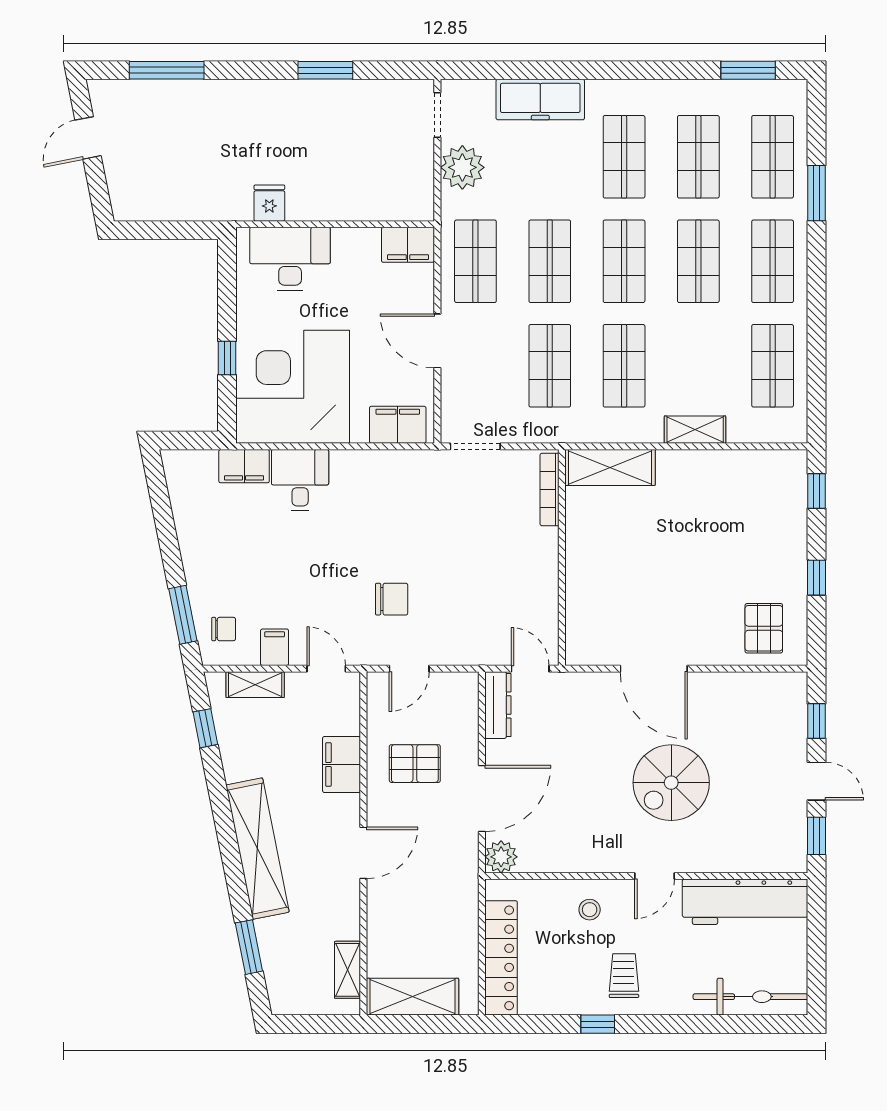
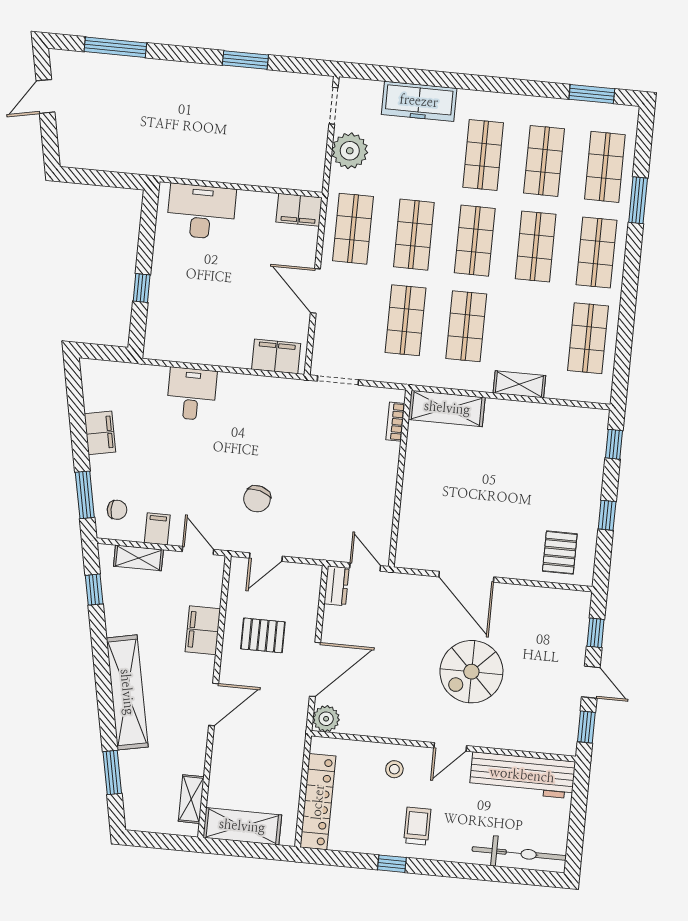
fridge: (269, 203) -> (189, 164), removed
corner desk: (293, 387) -> (193, 317), removed
filing cabinet: (244, 466) -> (100, 433), moved, turned -101
bookcase: (550, 489) -> (395, 422), width x0.64
chair: (392, 599) -> (257, 499), turned 105
dresser: (498, 705) -> (337, 586), width x0.70

